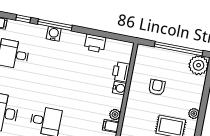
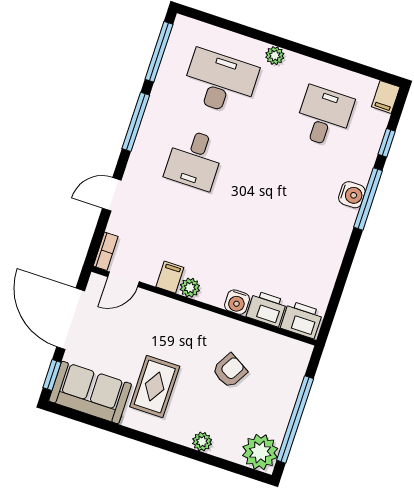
printer: (95, 43) -> (302, 320), moved, turned 90
armchair: (157, 87) -> (230, 371), turned -60
plant: (194, 114) -> (202, 442), moved

